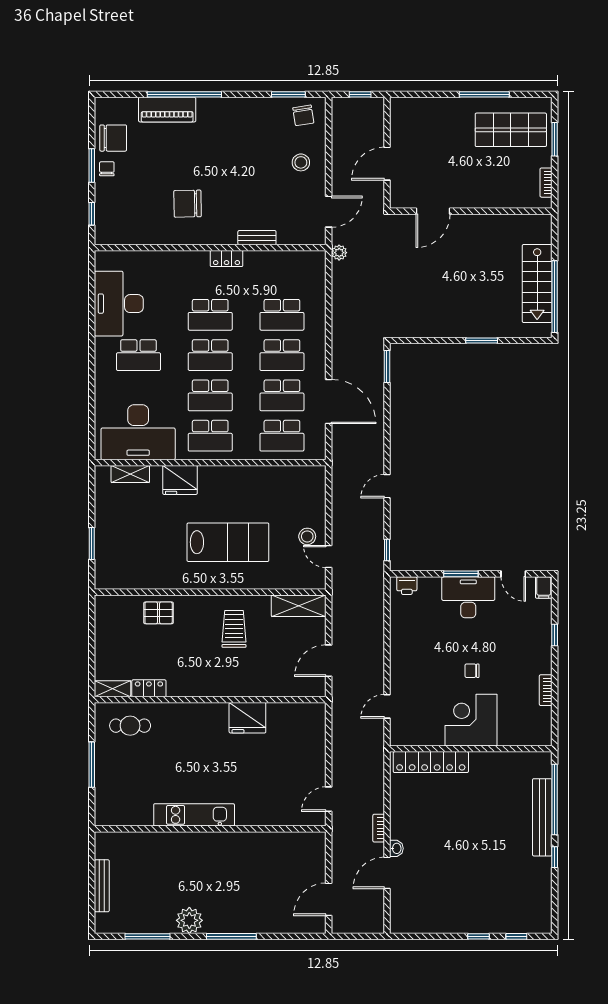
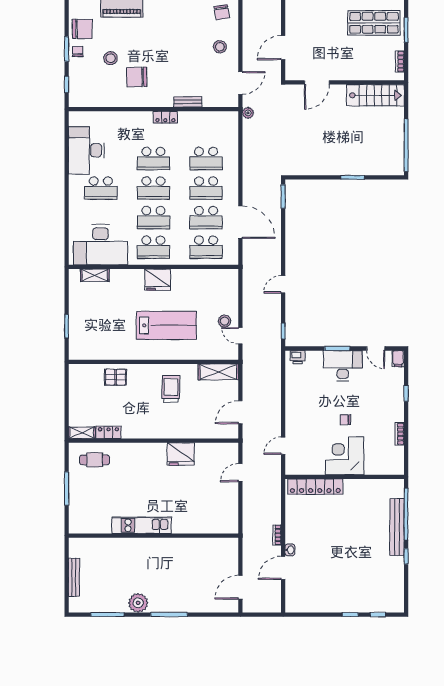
stool: (152, 178) -> (111, 58), added
stairs: (537, 284) -> (375, 95), moved, turned -90
fridge: (180, 480) -> (158, 280), moved
door: (329, 799) -> (240, 473), moved

